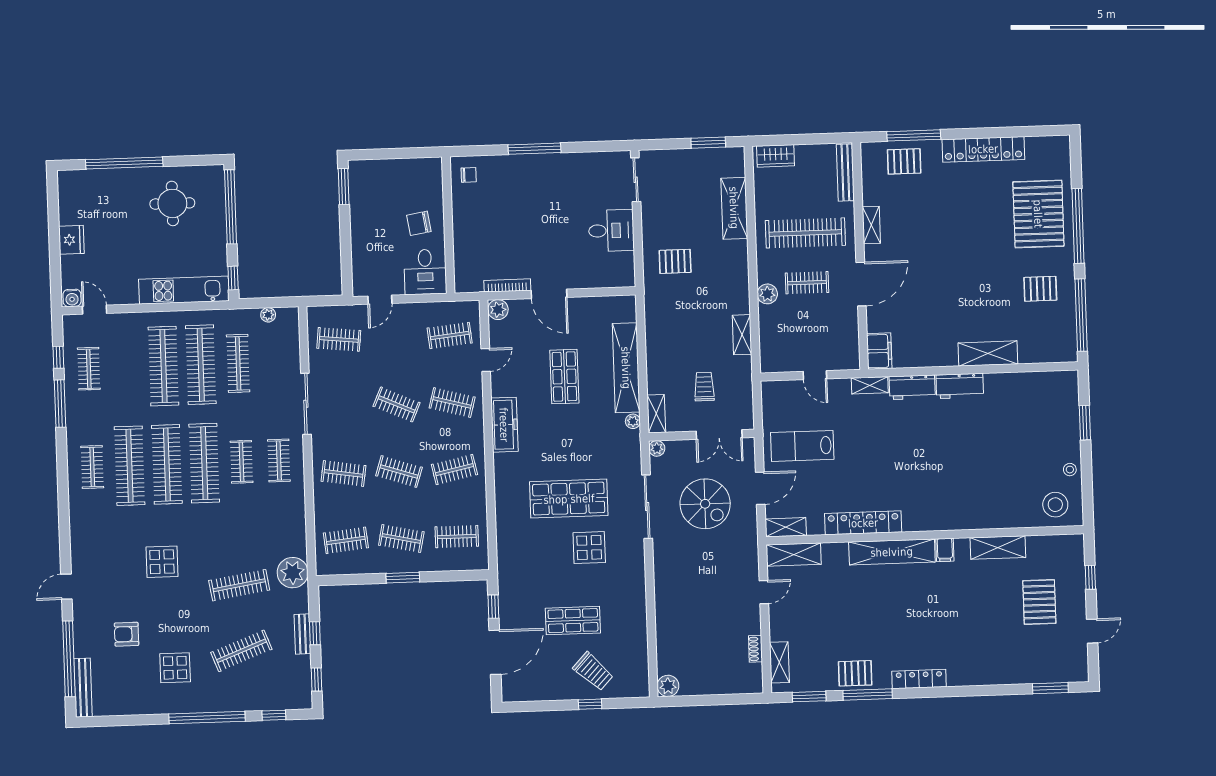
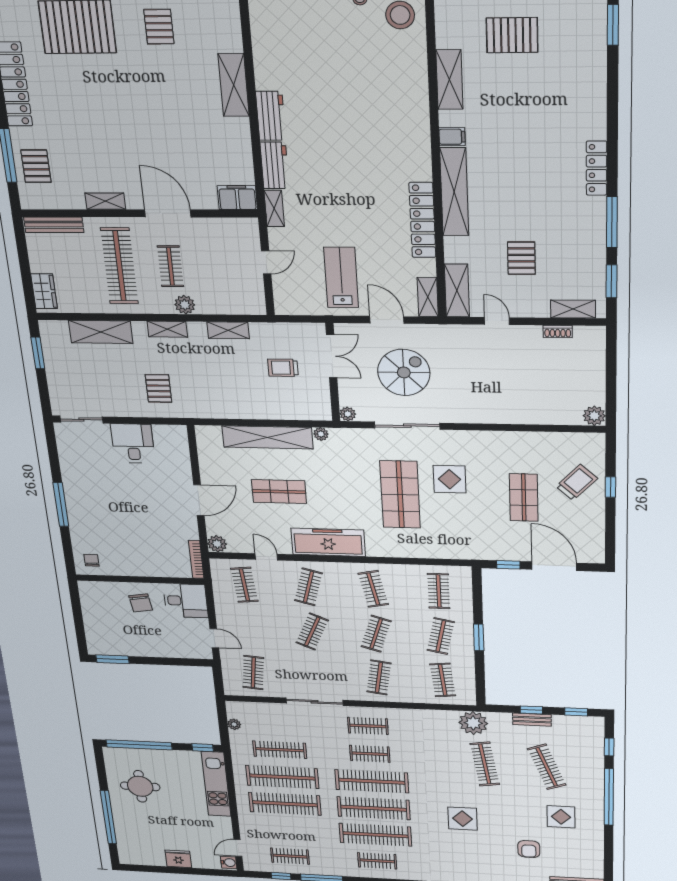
bookcase: (507, 285) -> (196, 559), moved
shelving: (656, 414) -> (167, 329), moved
freezer: (504, 425) -> (328, 542), width x1.36, depth x1.26
lab bench: (802, 446) -> (341, 278), turned 180
pallet: (855, 673) -> (521, 258), moved

